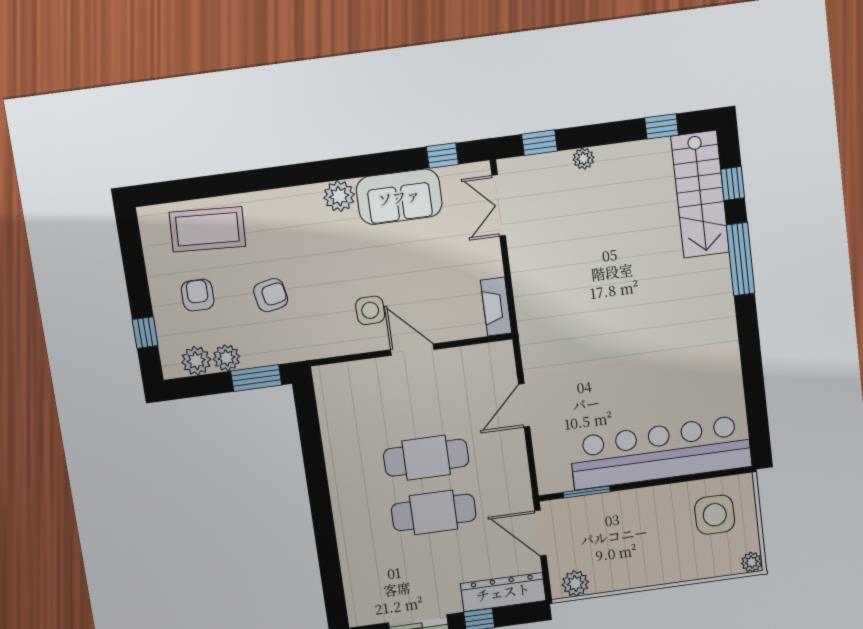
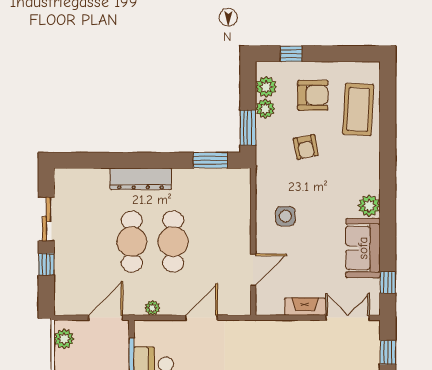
armchair: (198, 295) -> (313, 95), width x1.38, depth x1.38
fireplace: (496, 307) -> (305, 307), moved
door: (412, 350) -> (253, 270), moved
door: (524, 405) -> (202, 318), hinge flipped
window: (308, 423) -> (210, 160), added
plant: (519, 473) -> (152, 308), added
dresser: (503, 592) -> (141, 179), moved, turned 90

